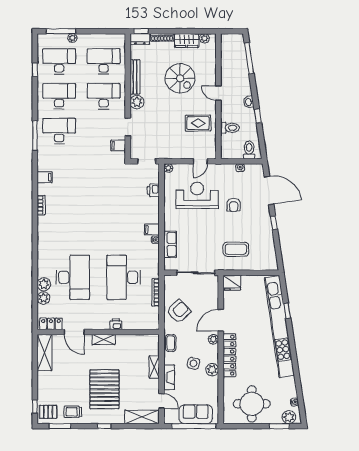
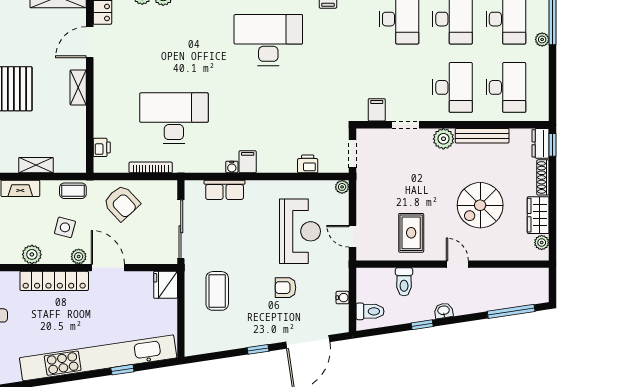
door: (218, 93) -> (457, 264), hinge flipped
desk: (73, 277) -> (268, 40), moved, turned 180
printer: (116, 324) -> (102, 147), moved
side table: (193, 363) -> (65, 227), moved

